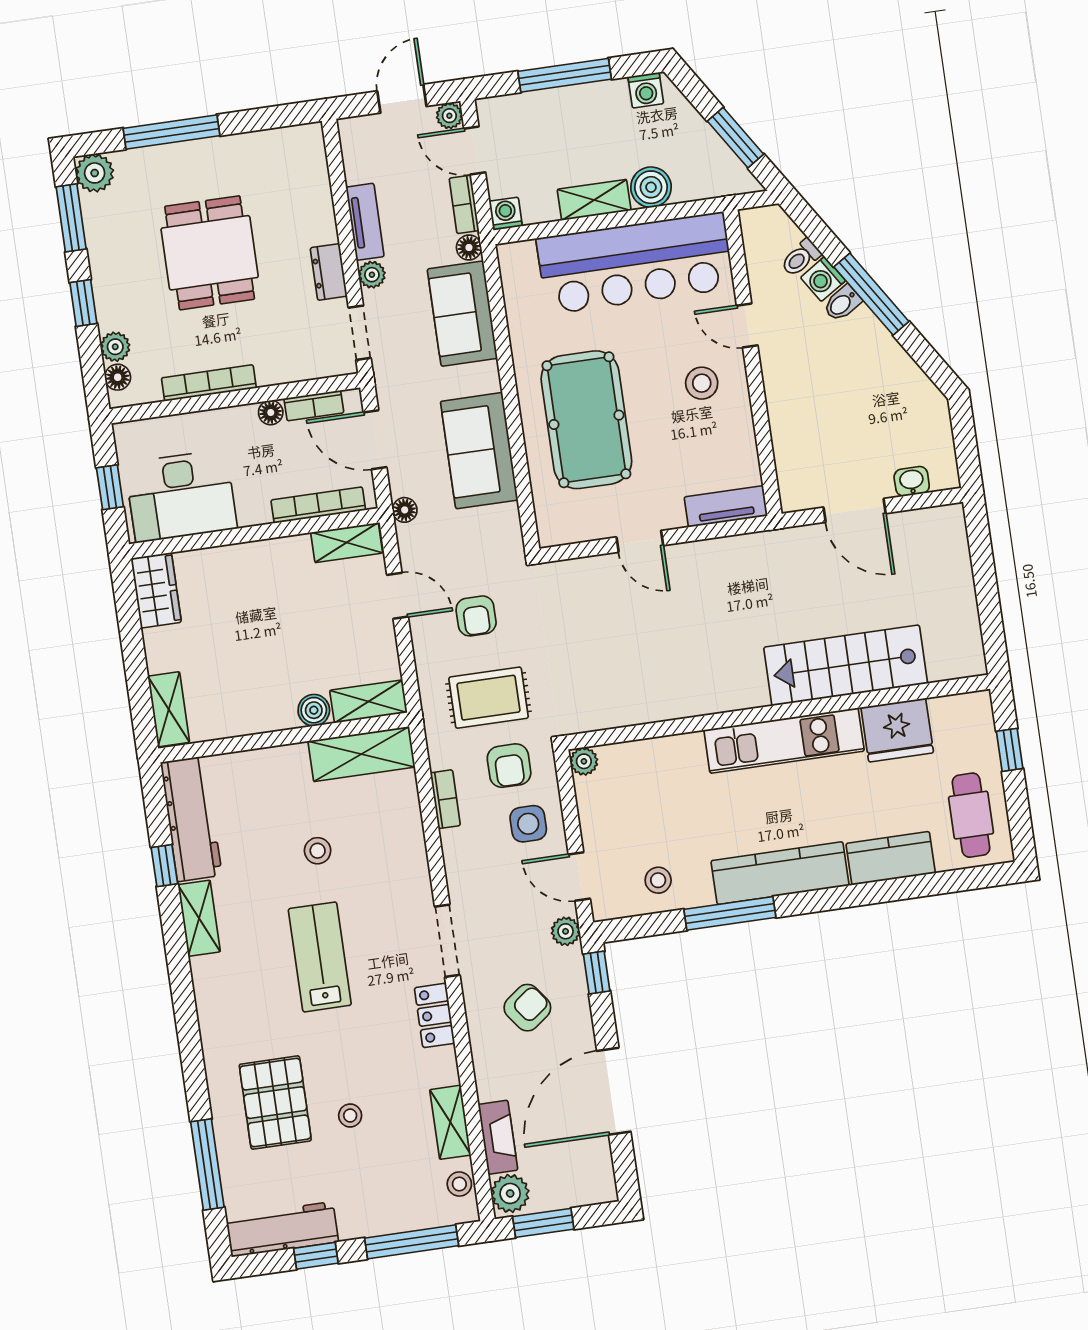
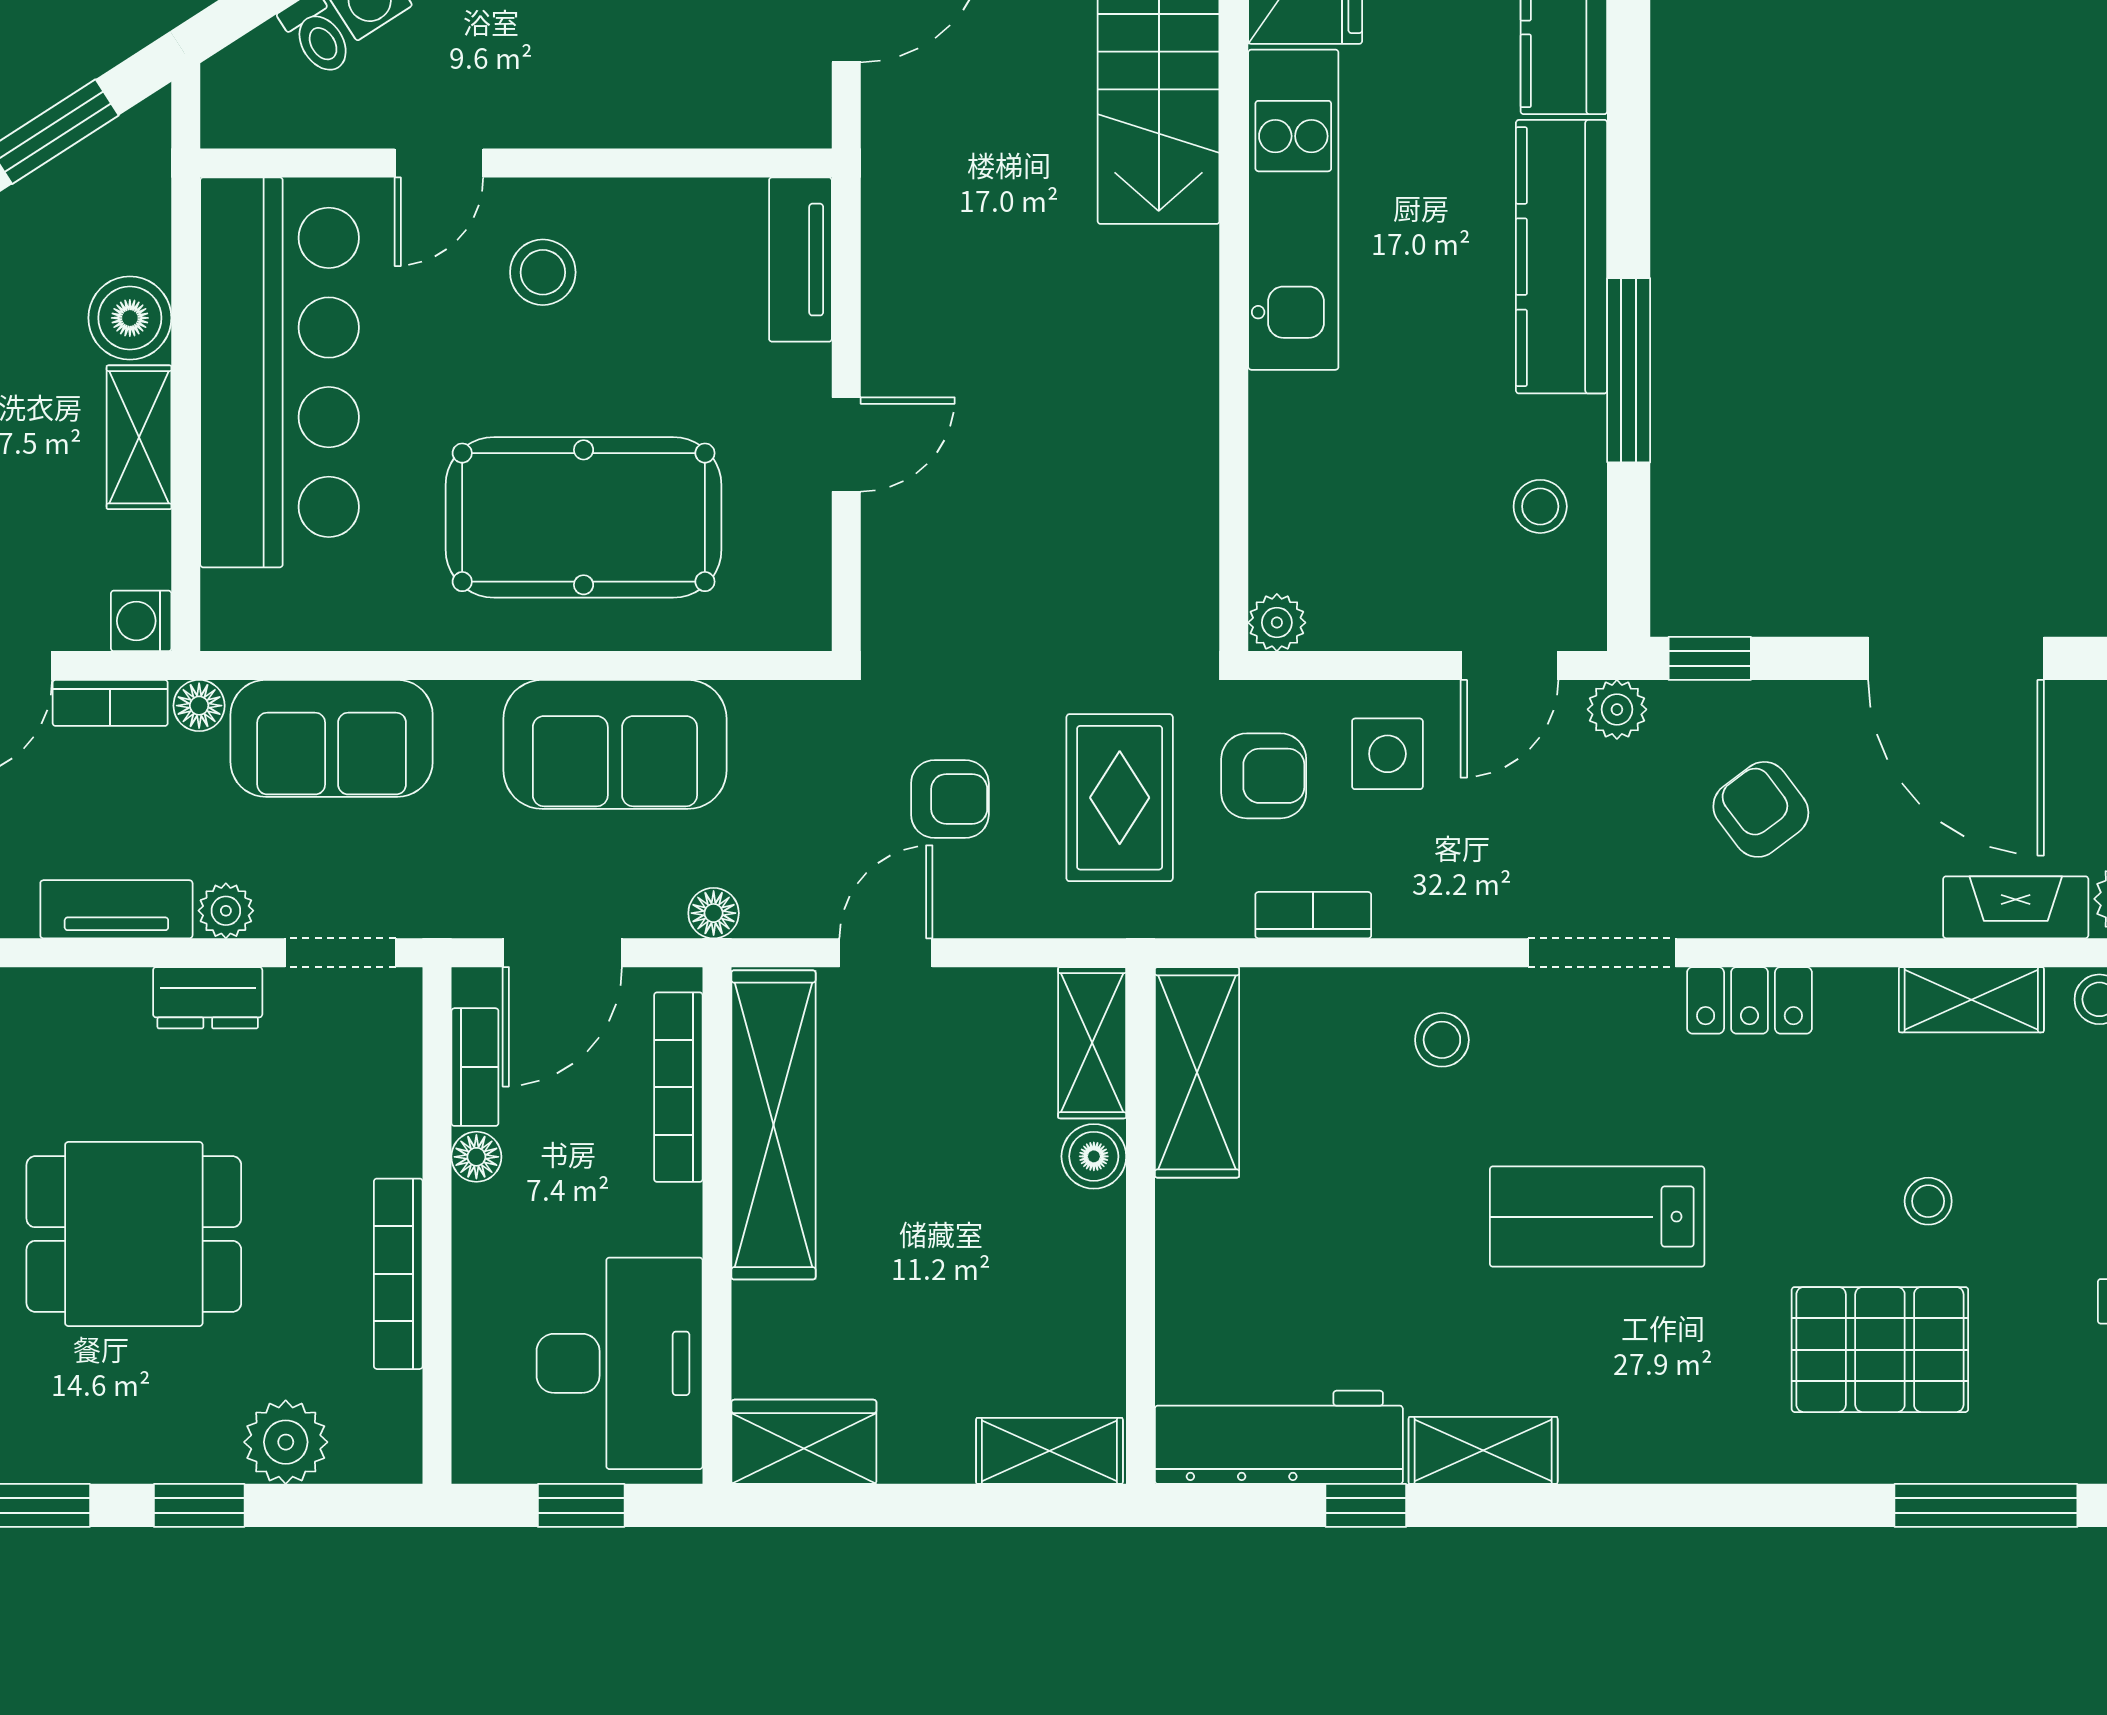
plant: (115, 347) -> (286, 1442), width x1.38, depth x1.38
floor lamp: (118, 377) -> (360, 1457), removed
shelving: (347, 543) -> (773, 1125), width x2.20, depth x1.33
stool: (318, 851) -> (1442, 1040), moved

